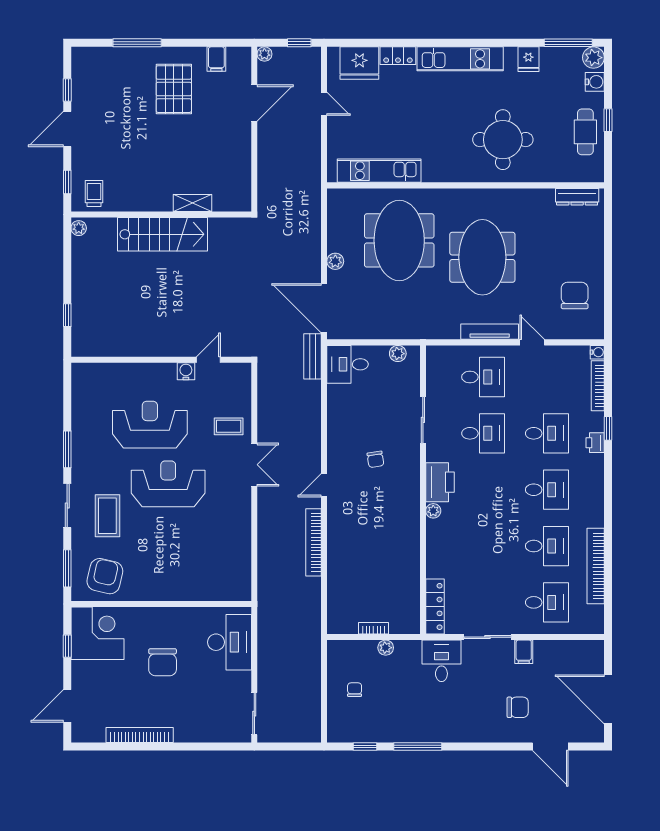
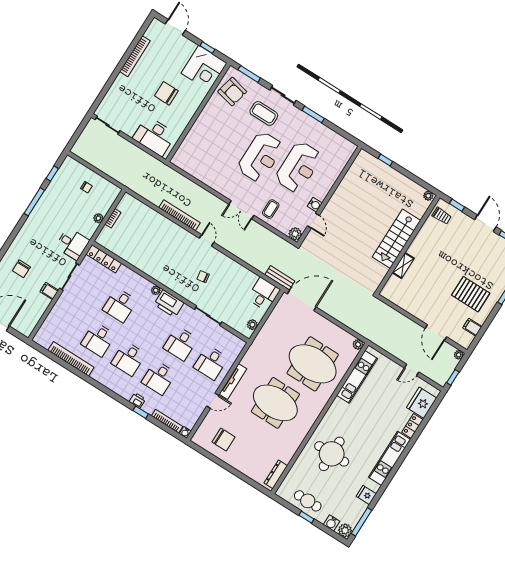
plant: (335, 261) -> (358, 344), moved
plant: (241, 373) -> (295, 234), added
desk: (547, 602) -> (120, 305), moved

